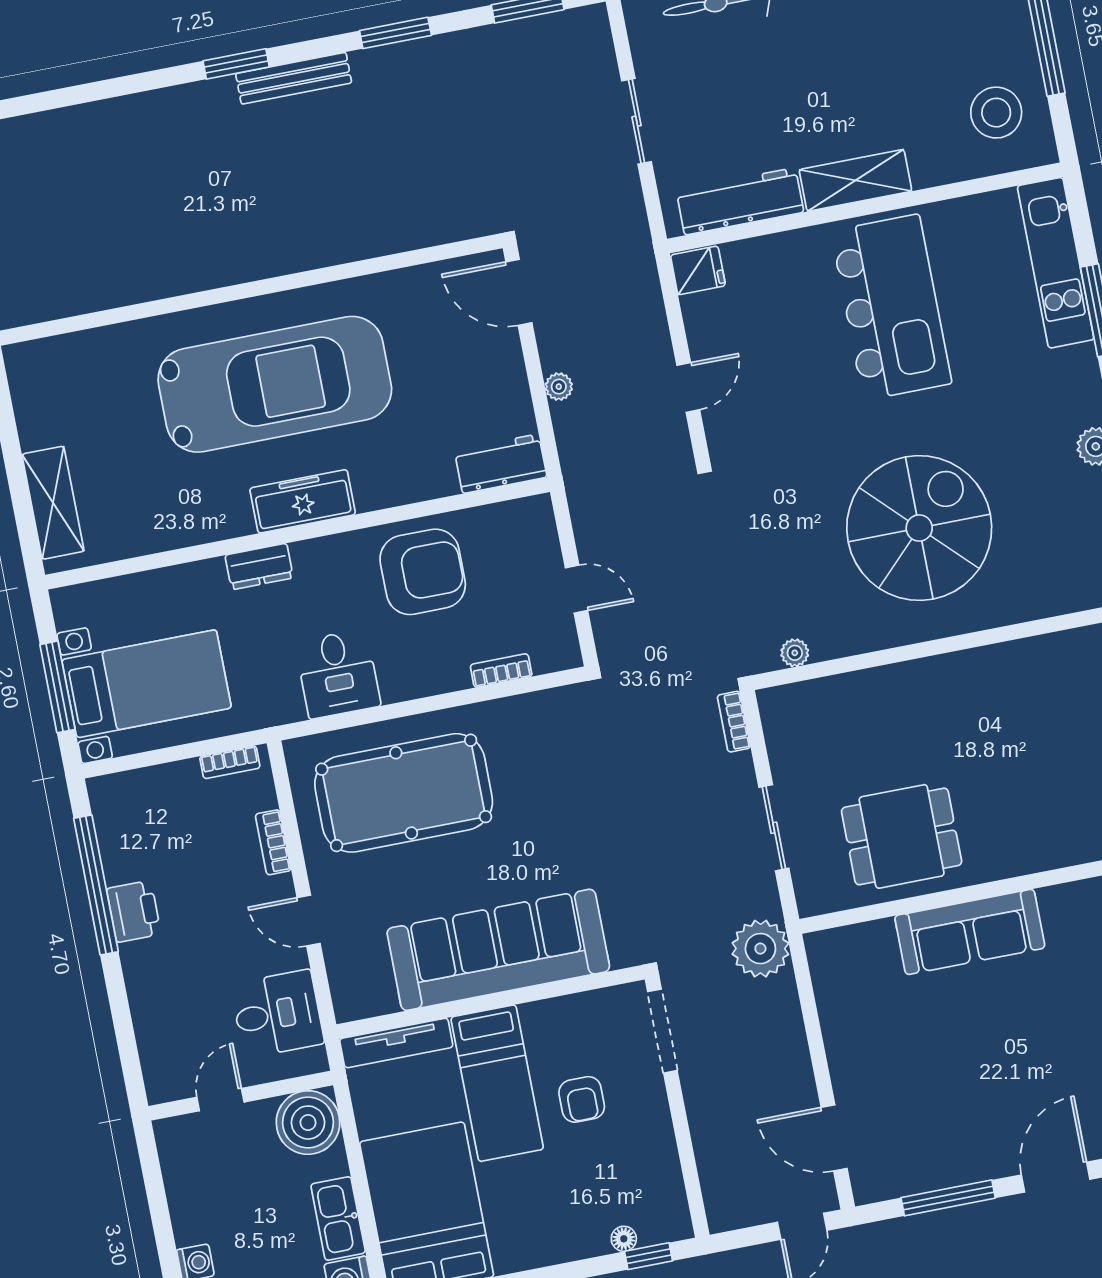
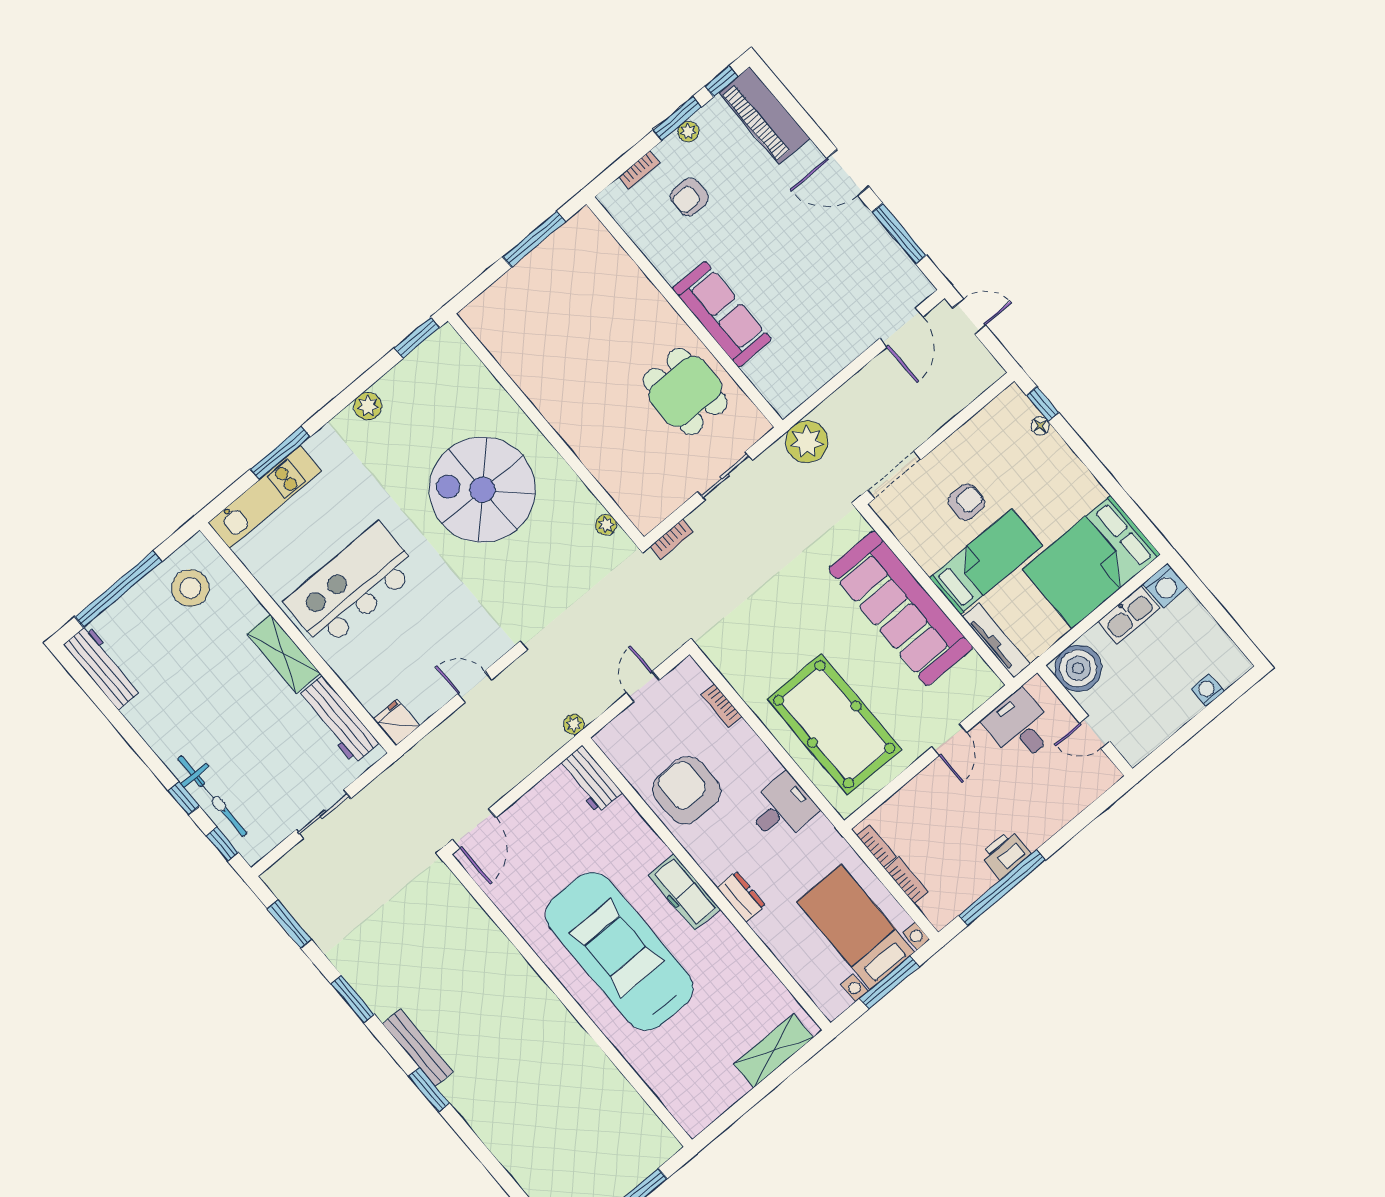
plant: (559, 387) -> (574, 724), moved
bookcase: (273, 842) -> (906, 881), moved, turned -90

